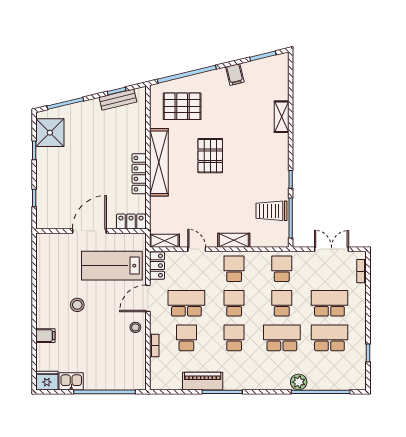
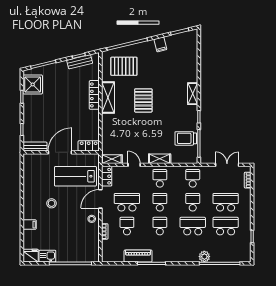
shelving: (282, 117) -> (193, 94), moved
shelving: (159, 162) -> (108, 98), width x0.68
locker: (139, 174) -> (94, 95), moved
bench: (53, 223) -> (35, 147), added

